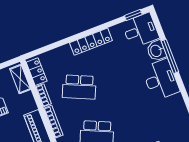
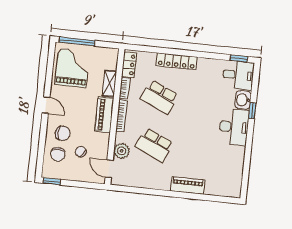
locker: (91, 42) -> (177, 61), moved
window: (170, 56) -> (252, 111), width x0.46
shelving: (20, 79) -> (109, 83), moved

